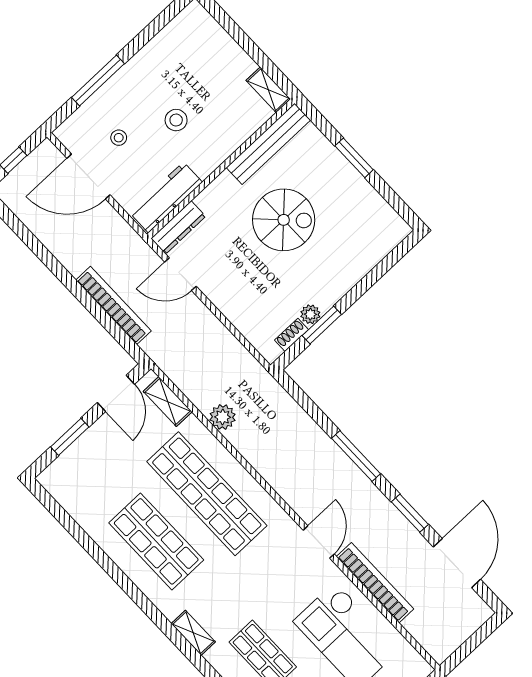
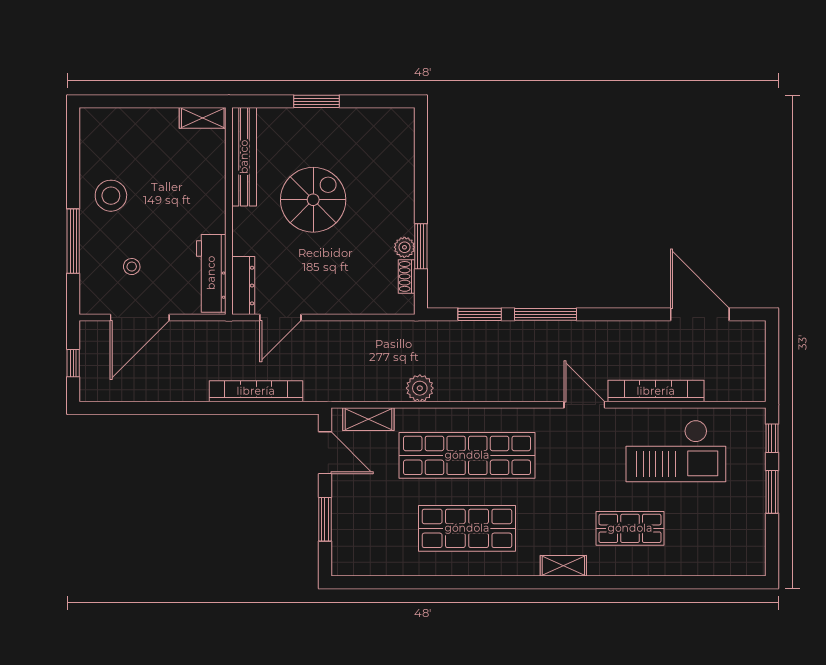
stool: (176, 120) -> (111, 196), moved, width x1.38, depth x1.38
window: (410, 513) -> (480, 314), moved

